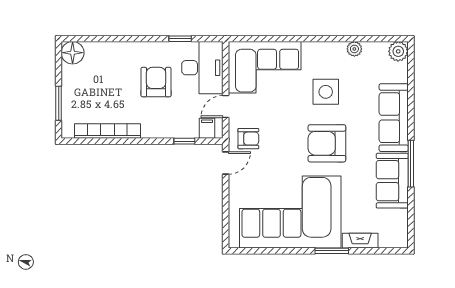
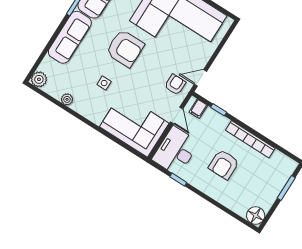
armchair: (156, 82) -> (224, 165), moved
side table: (326, 92) -> (104, 83), width x0.54, depth x0.54
door: (226, 106) -> (177, 115), hinge flipped
bookcase: (107, 131) -> (250, 139), moved
armchair: (248, 139) -> (175, 85), turned 90

